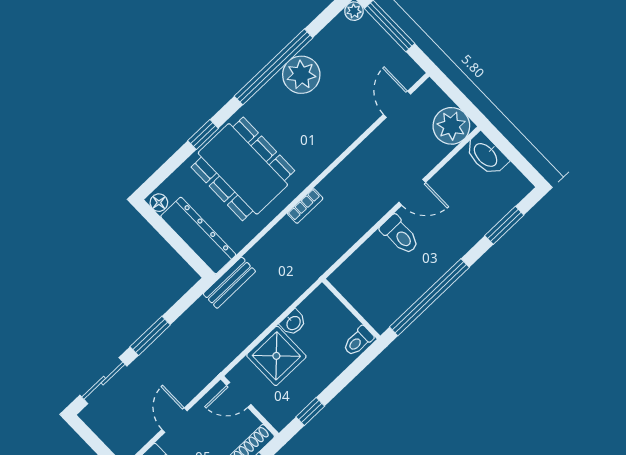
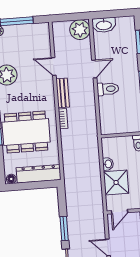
door: (397, 104) -> (54, 66), moved
bench: (229, 283) -> (63, 93), moved

